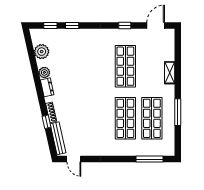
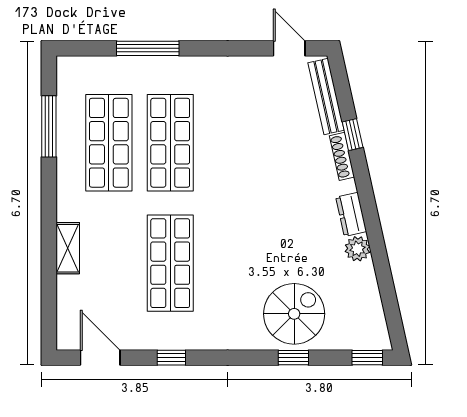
window: (50, 25) -> (367, 358), moved
door: (156, 25) -> (100, 358), swing flipped
spiral stairs: (72, 44) -> (294, 314), added
plant: (42, 52) -> (364, 297), removed
window: (178, 112) -> (49, 126), moved
window: (149, 159) -> (148, 48), moved

